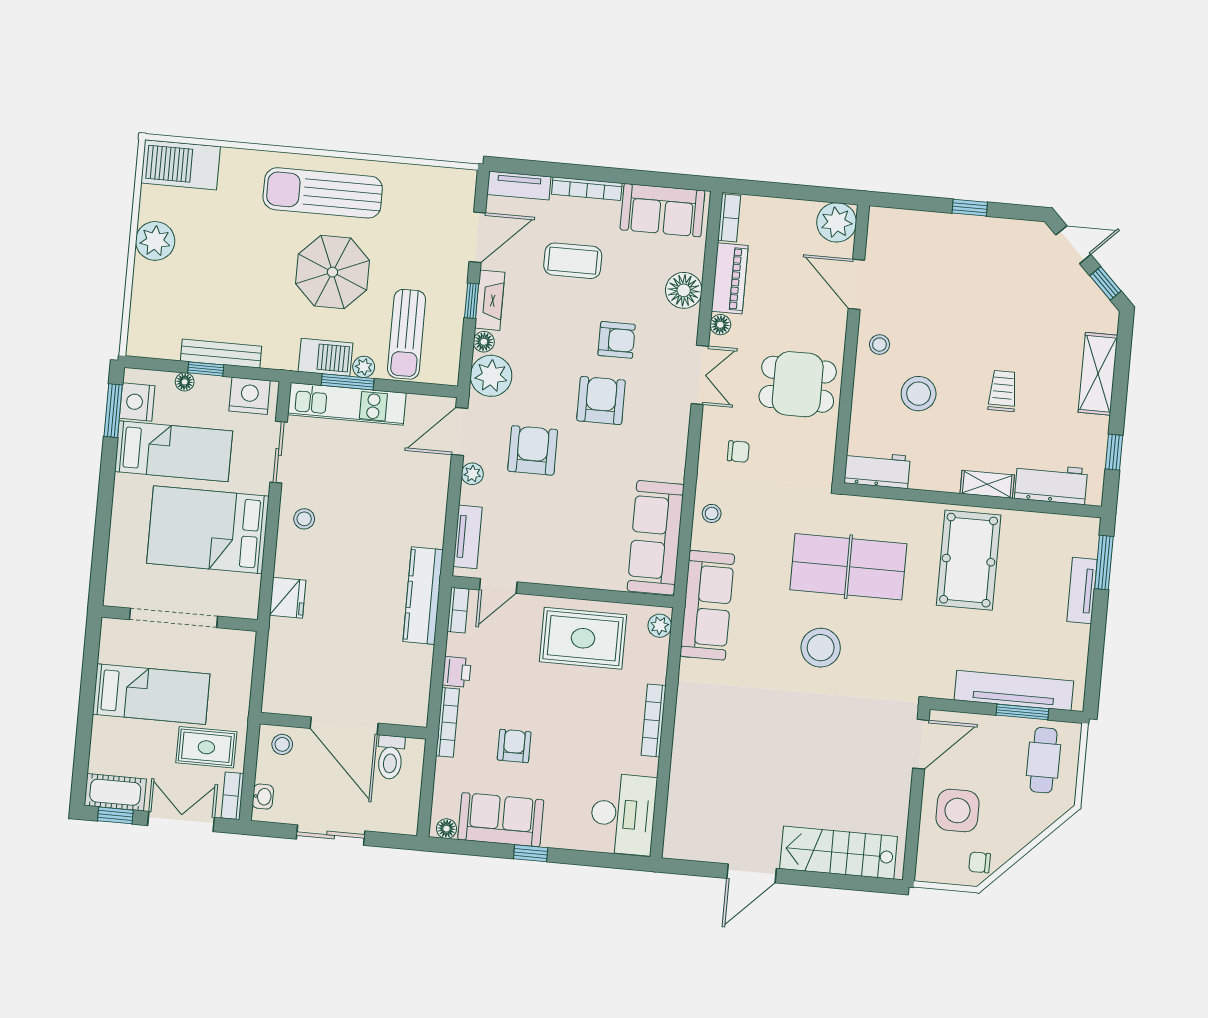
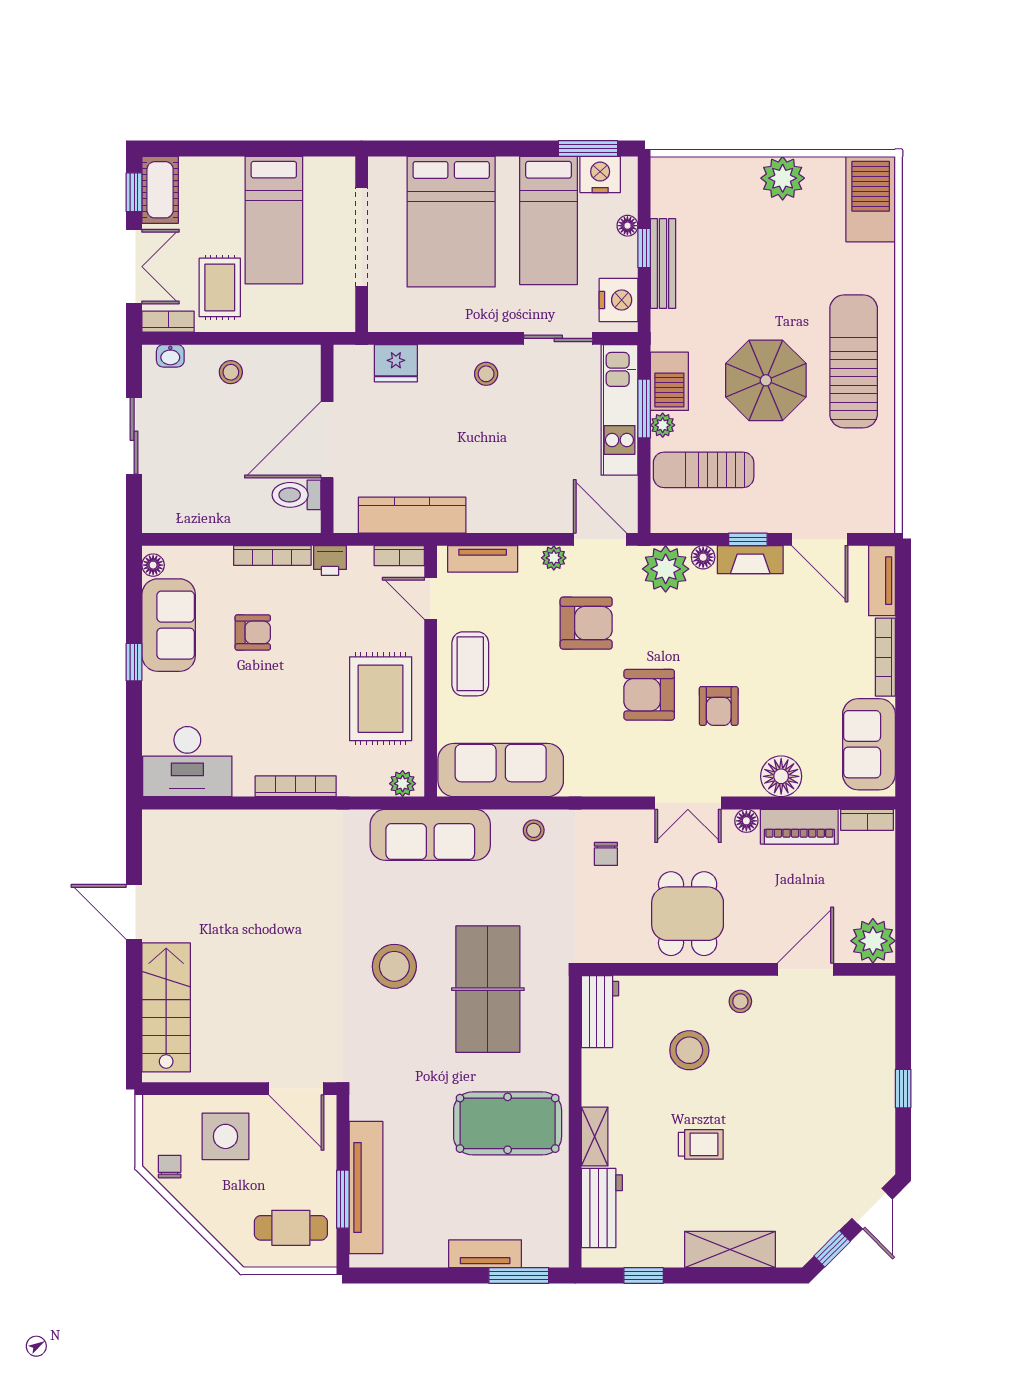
coffee table: (573, 261) -> (470, 664), moved
armchair: (601, 400) -> (649, 695), turned 180
bed: (208, 530) -> (451, 222), moved, turned 180
wall: (343, 726) -> (327, 439), moved
door: (344, 726) -> (327, 440), moved
toilet: (390, 757) -> (296, 495), moved

